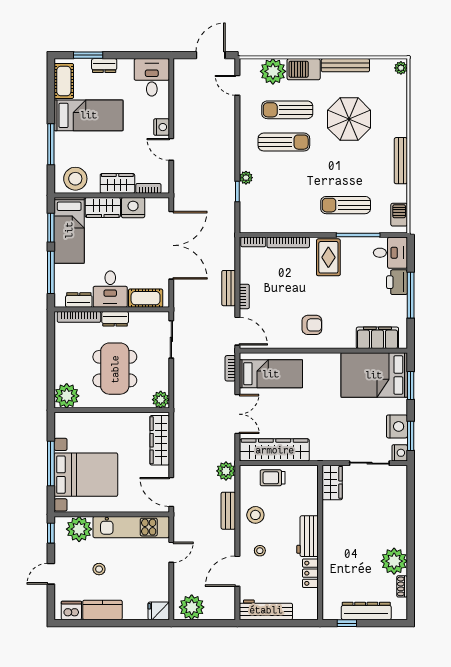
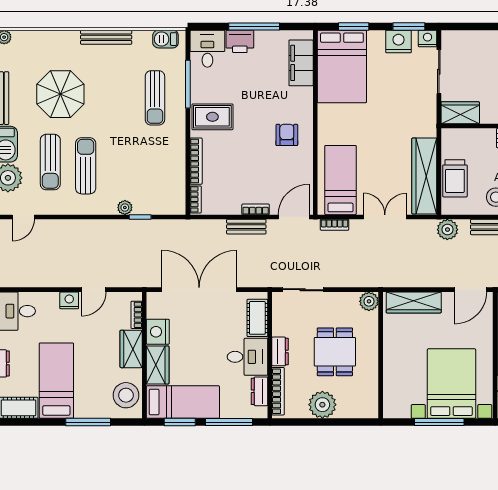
dining table: (115, 369) -> (335, 352), width x0.73
plant: (67, 396) -> (322, 405), moved
trolley: (273, 478) -> (455, 178), width x1.36, depth x1.39

